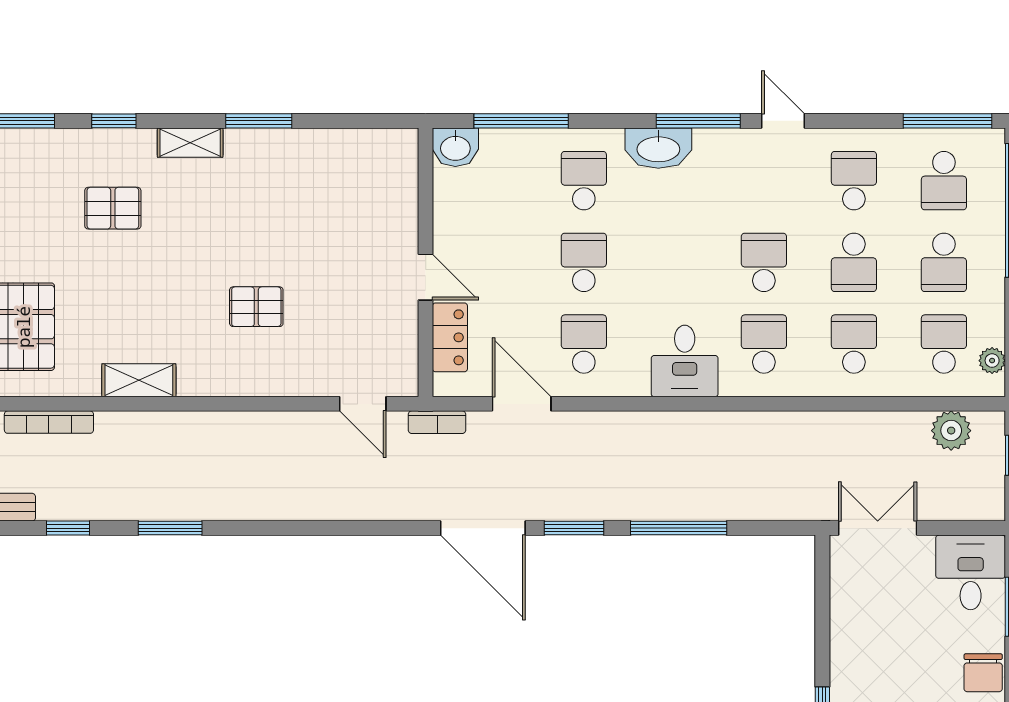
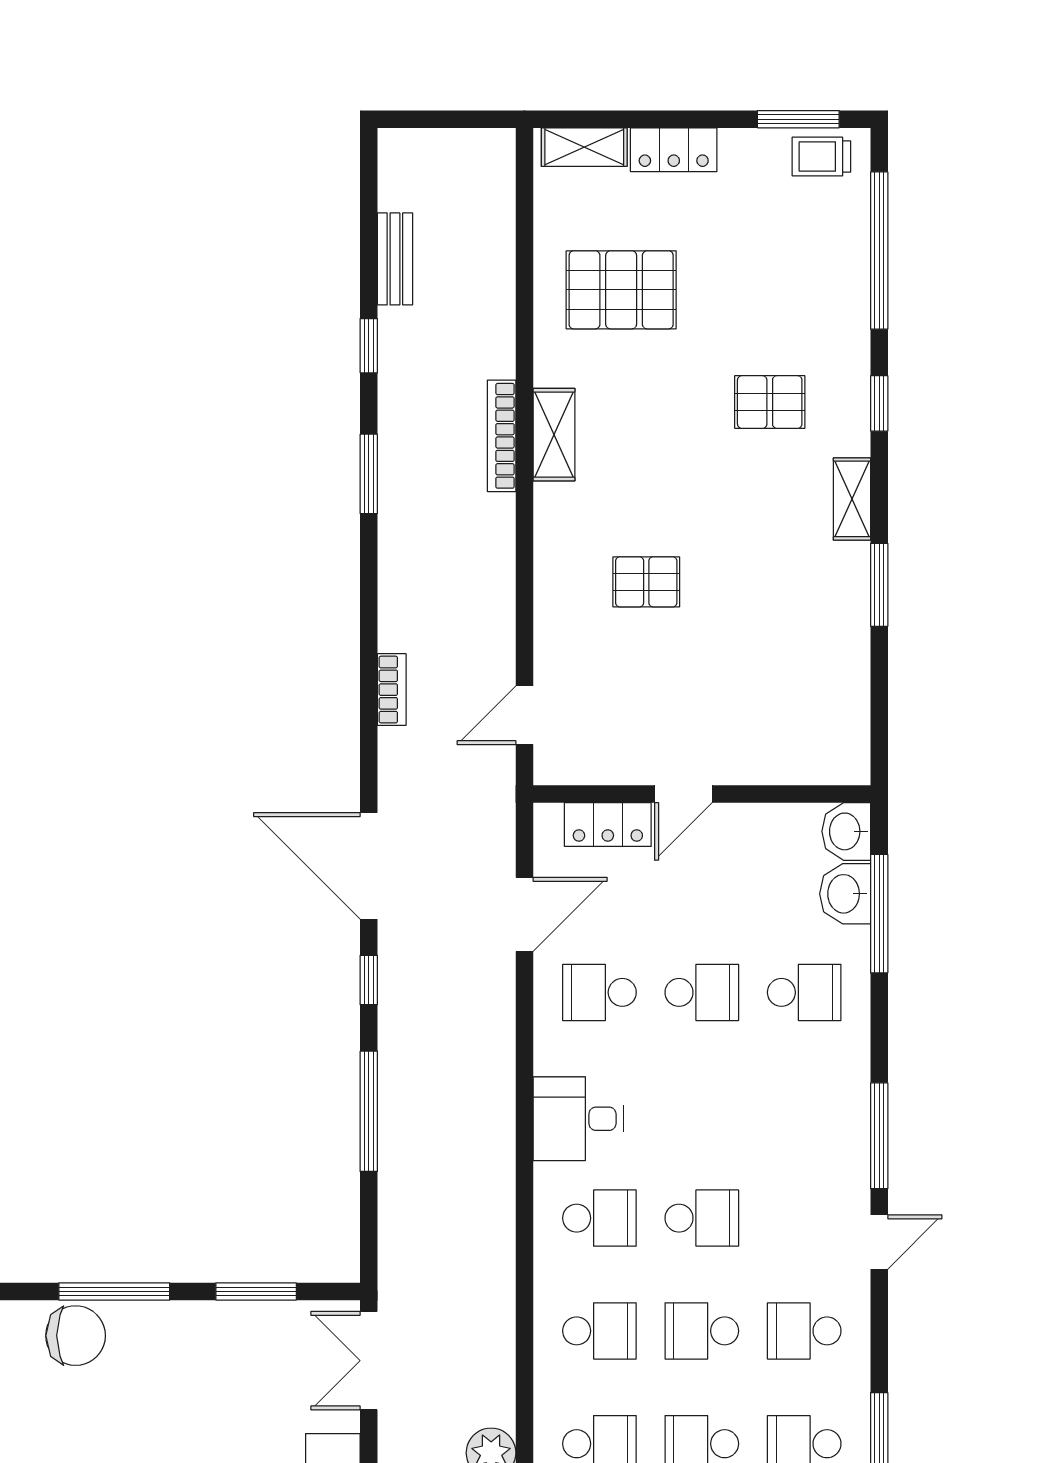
washbasin: (658, 148) -> (845, 894), moved, width x0.72
school desk: (854, 181) -> (804, 1331), turned 180
pallet: (113, 208) -> (770, 402), turned 90
pallet: (256, 307) -> (646, 582), turned 90
school desk: (584, 344) -> (599, 992), turned 180
bookcase: (49, 422) -> (502, 436), moved
bookcase: (437, 422) -> (392, 690), moved, turned 180
door: (483, 528) -> (369, 866), hinge flipped
window: (574, 528) -> (369, 980), width x0.67
double door: (878, 528) -> (369, 1361), swing flipped
window: (822, 618) -> (256, 1291), added

